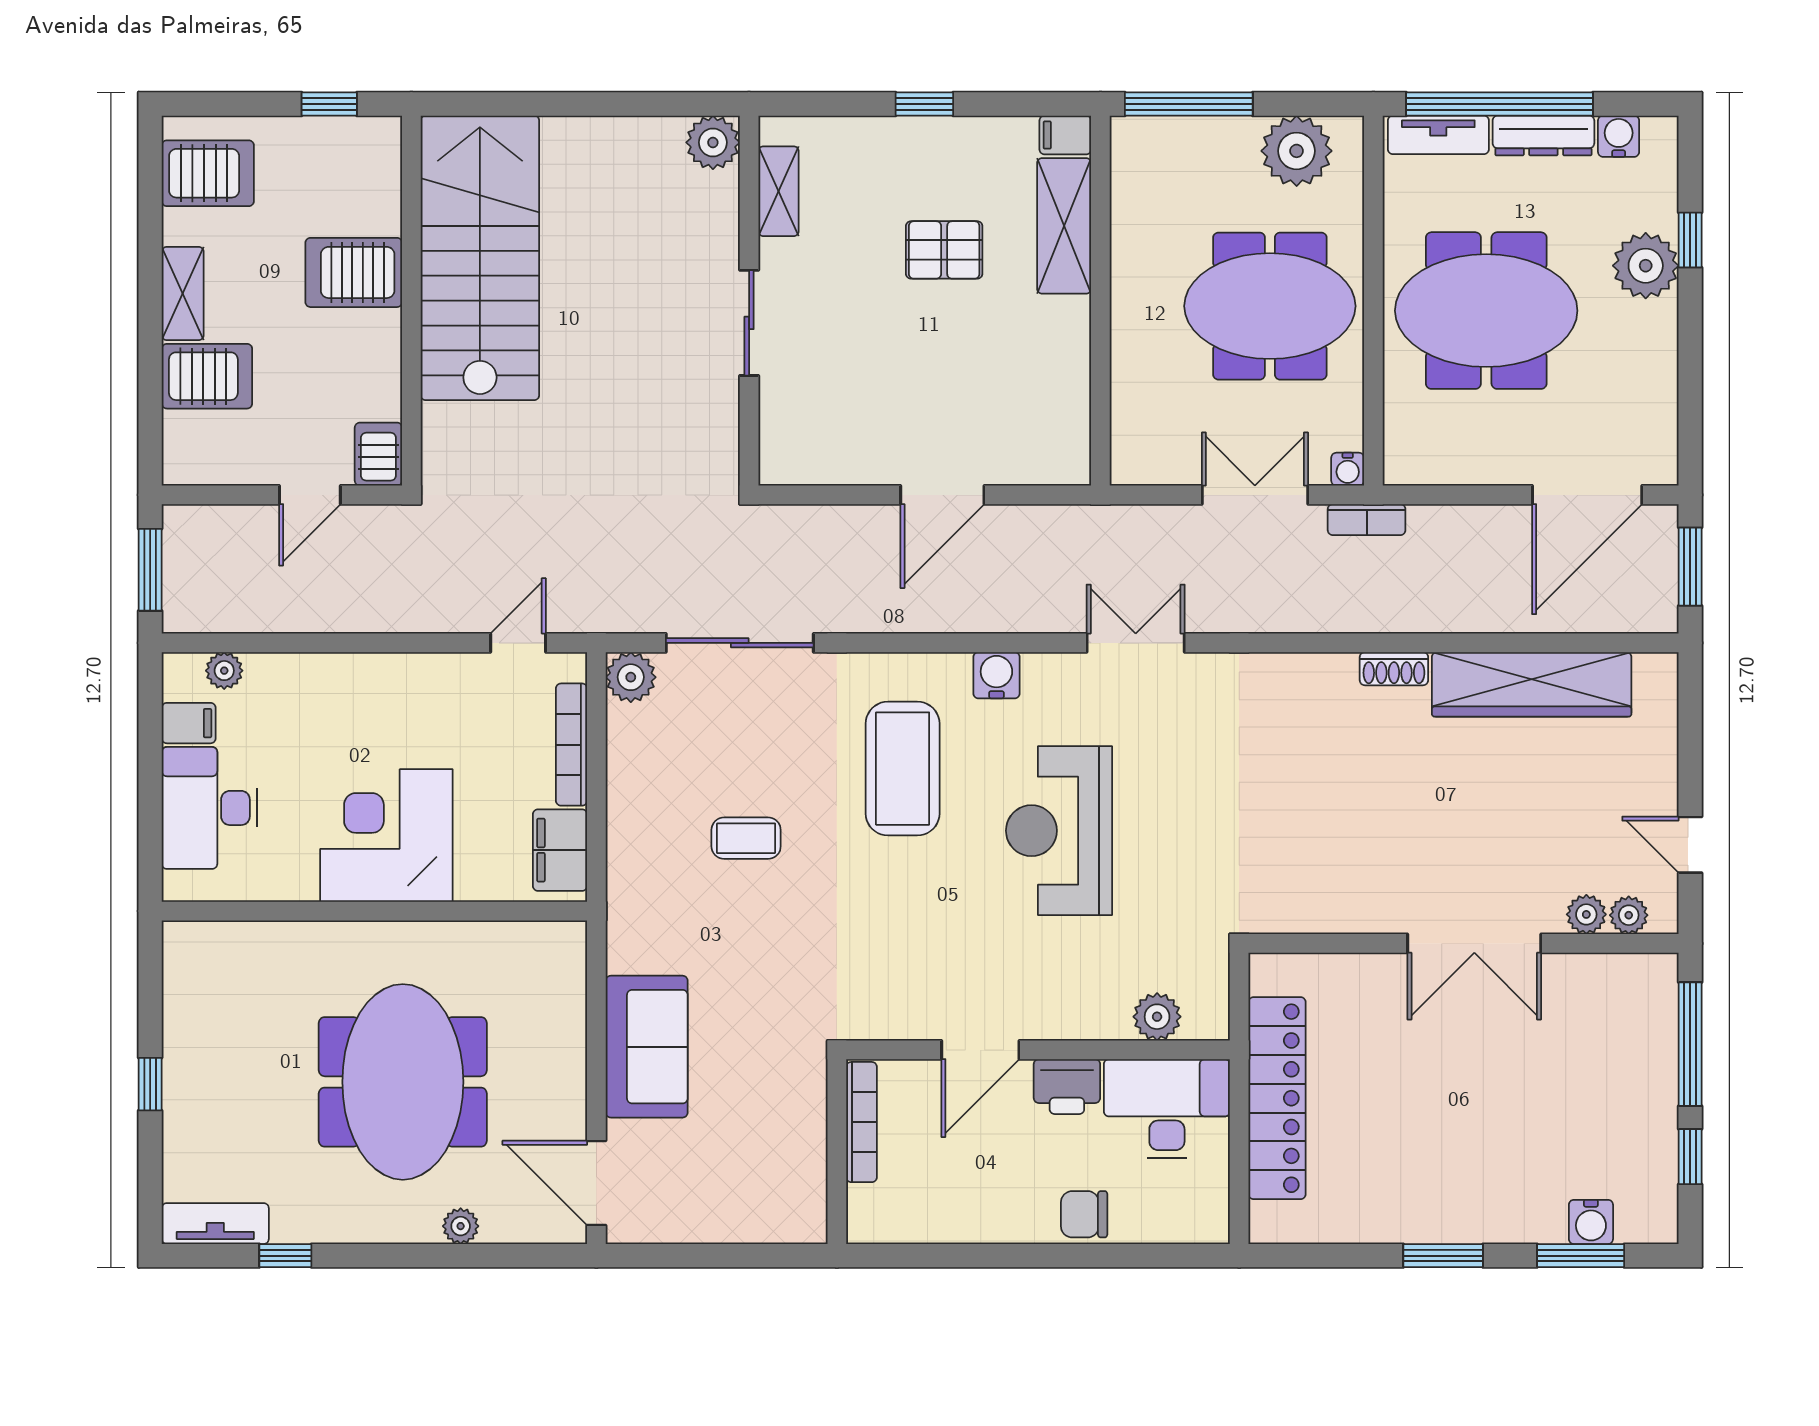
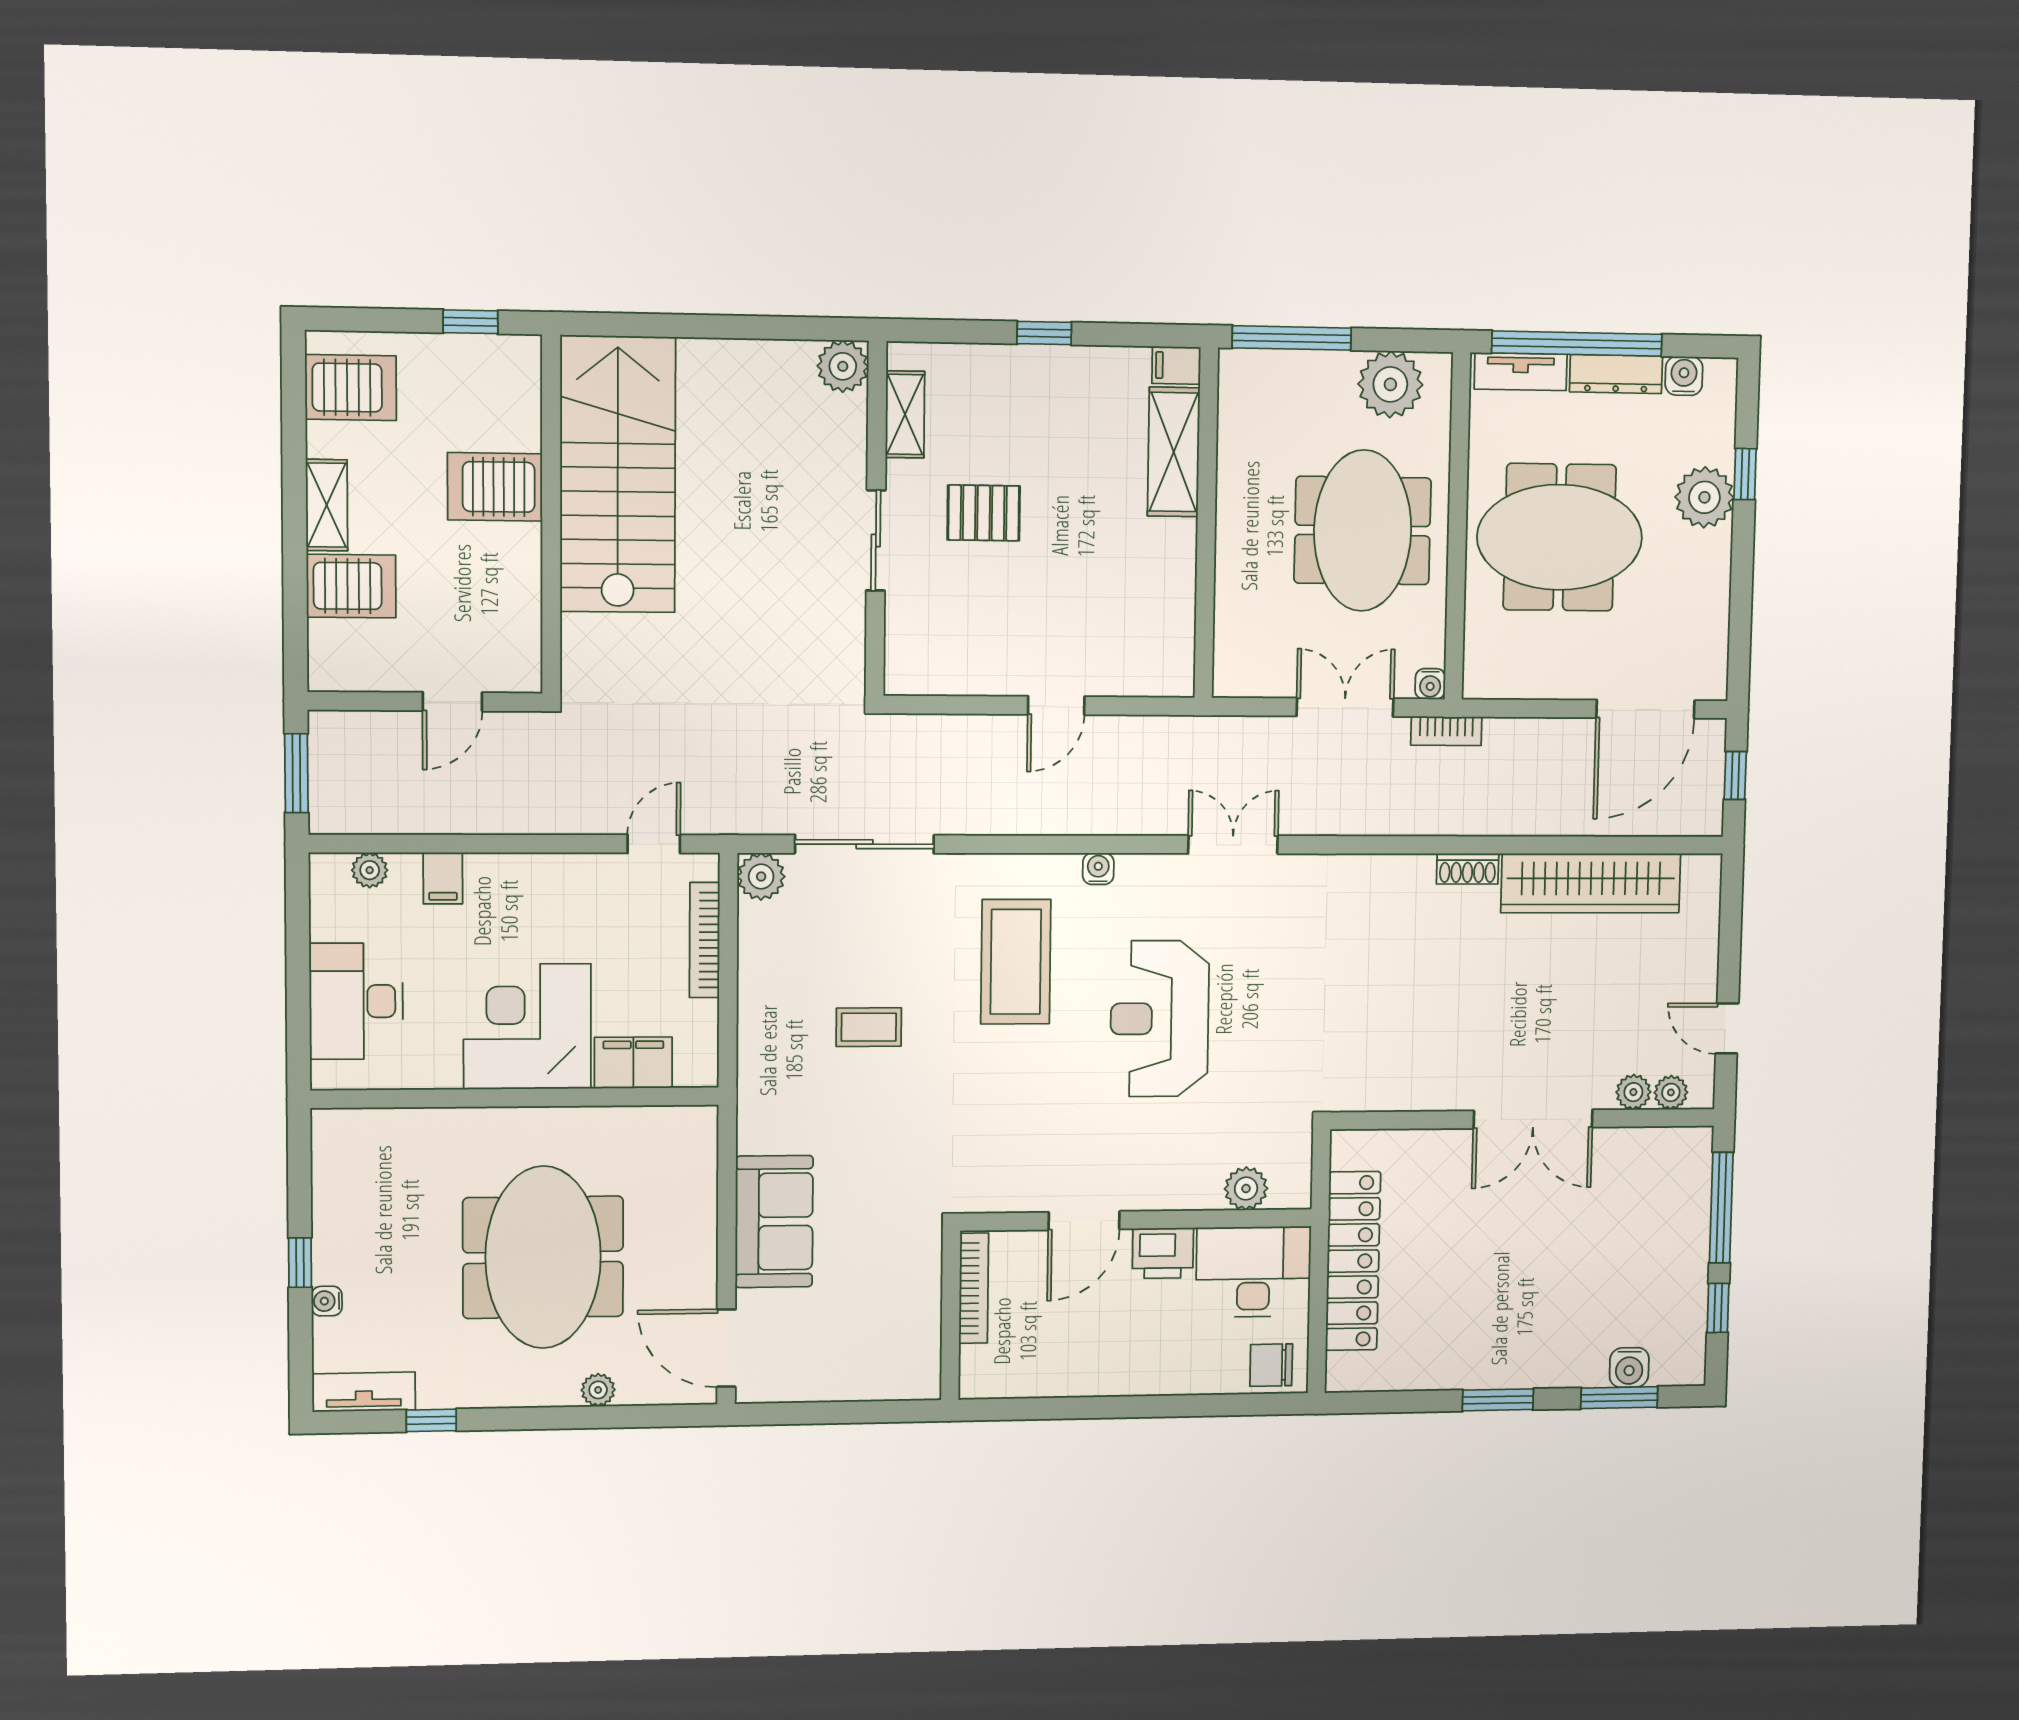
pallet: (944, 250) -> (984, 513), moved
meeting table: (1270, 306) -> (1363, 531), turned 90
server rack: (378, 454) -> (519, 663), removed
door: (942, 495) -> (1056, 705), width x0.73
window: (1690, 567) -> (1735, 775), width x0.67
water cooler: (996, 675) -> (1098, 869), width x0.72, depth x0.72
filing cabinet: (189, 723) -> (443, 878), moved, turned 90
filing cabinet: (560, 850) -> (633, 1063), moved, turned 90
water cooler: (177, 1126) -> (327, 1301), added
chair: (1084, 1214) -> (1271, 1365), moved

